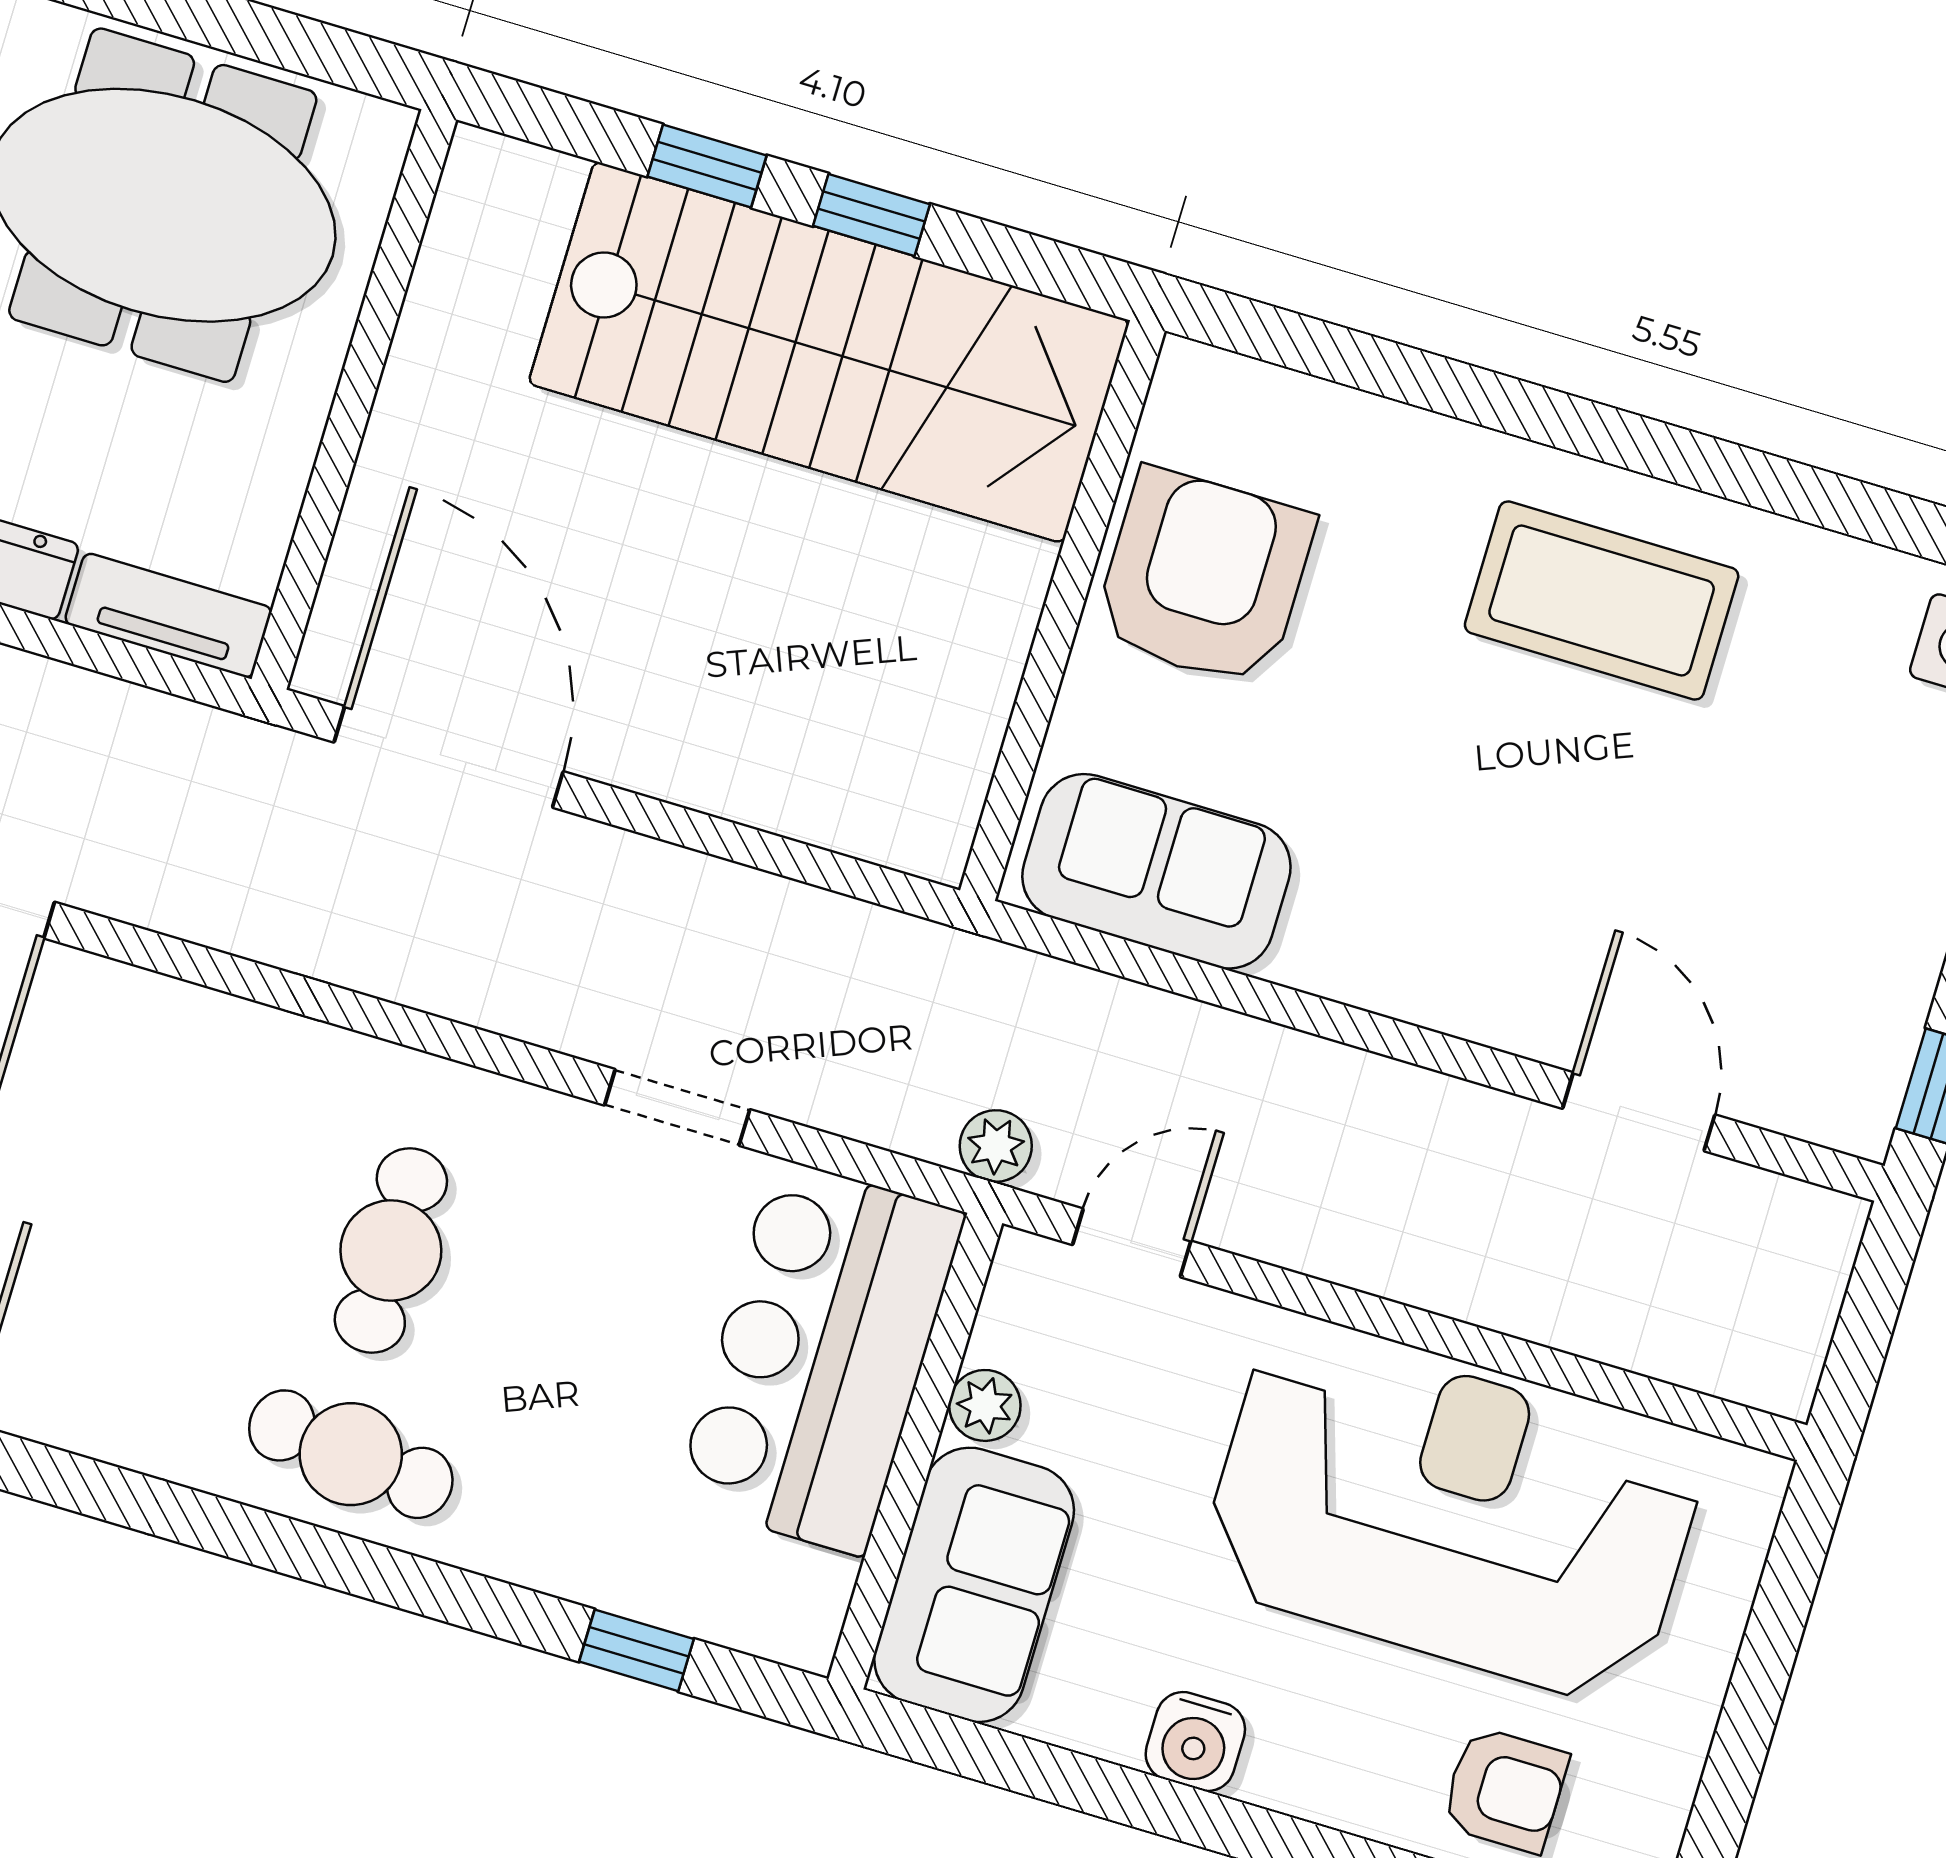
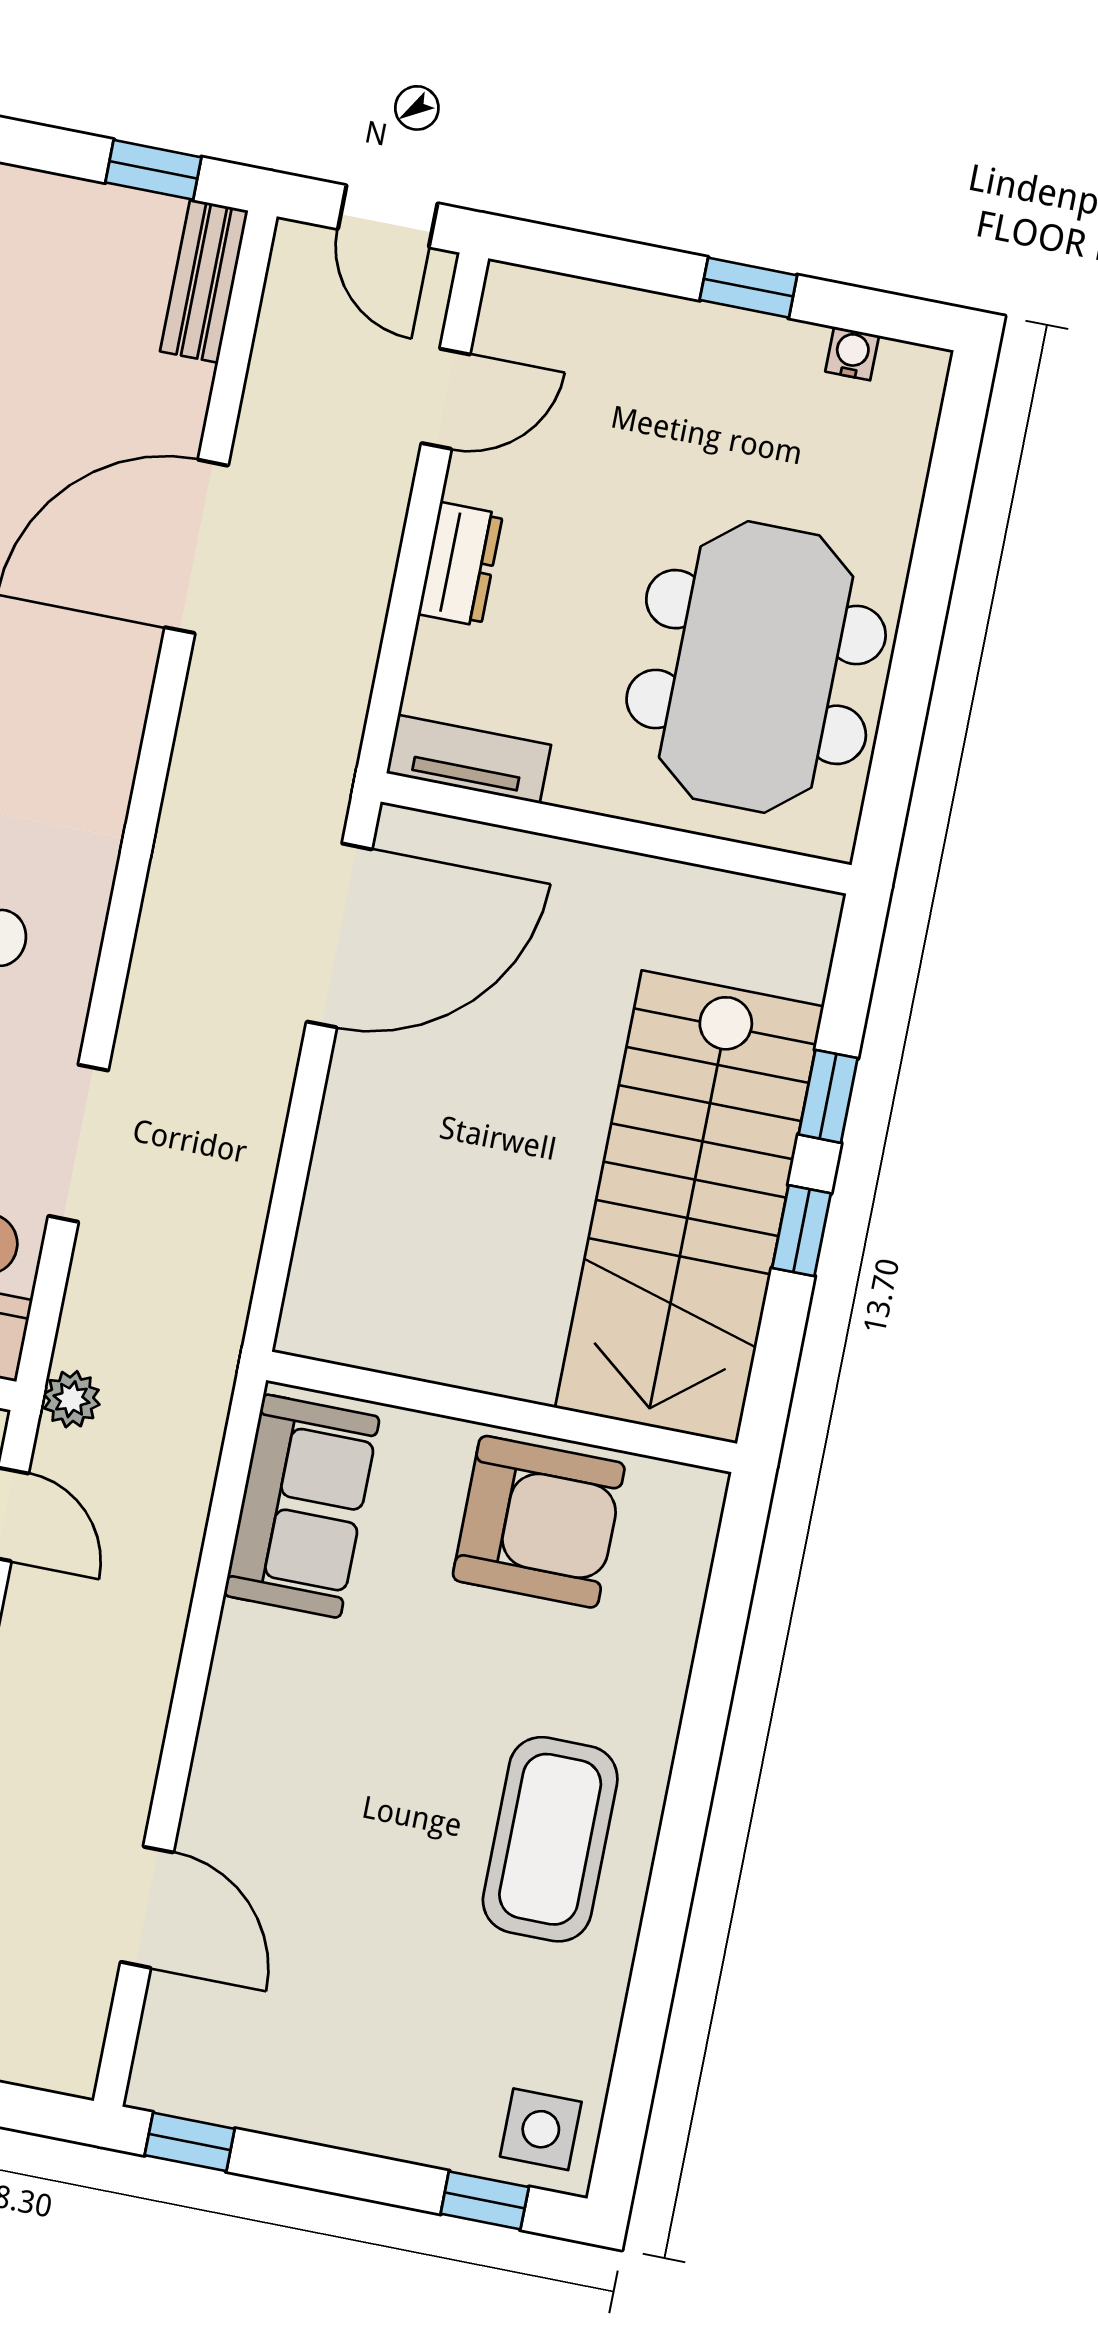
tv unit: (168, 615) -> (469, 759), moved, turned -90
doorway: (677, 1107) -> (78, 1143), width x1.38
door: (1639, 1112) -> (147, 1907), hinge flipped

